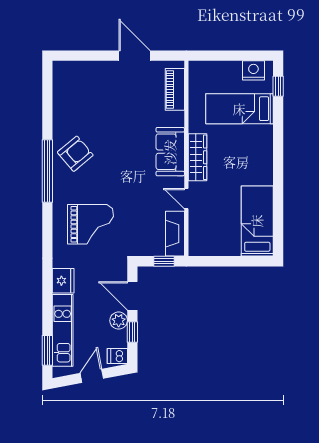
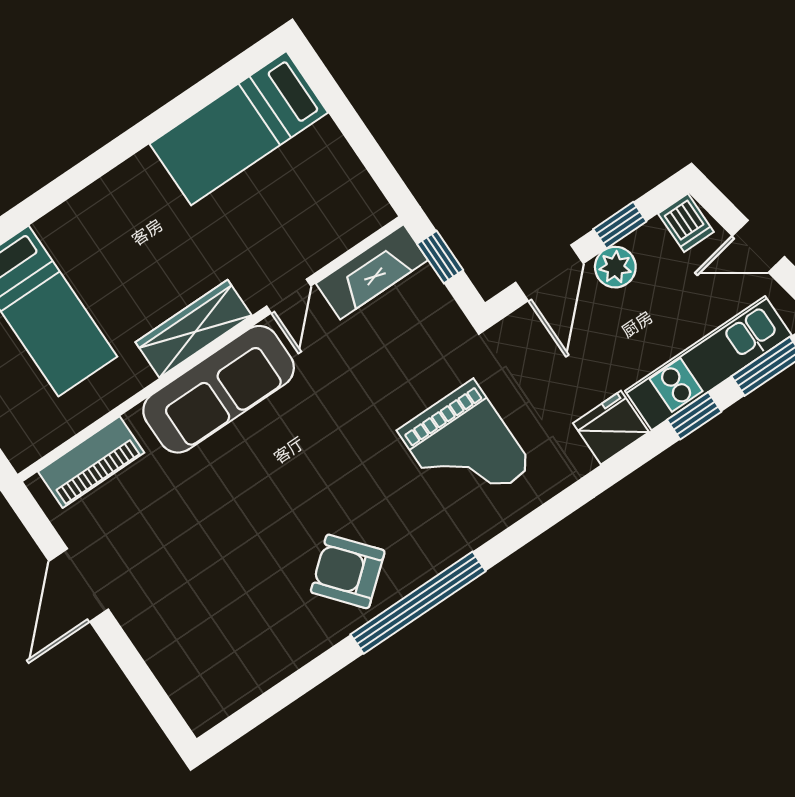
sofa: (170, 152) -> (219, 389), width x1.36
grand piano: (90, 224) -> (465, 449), turned 180
window: (47, 313) -> (694, 416), added

